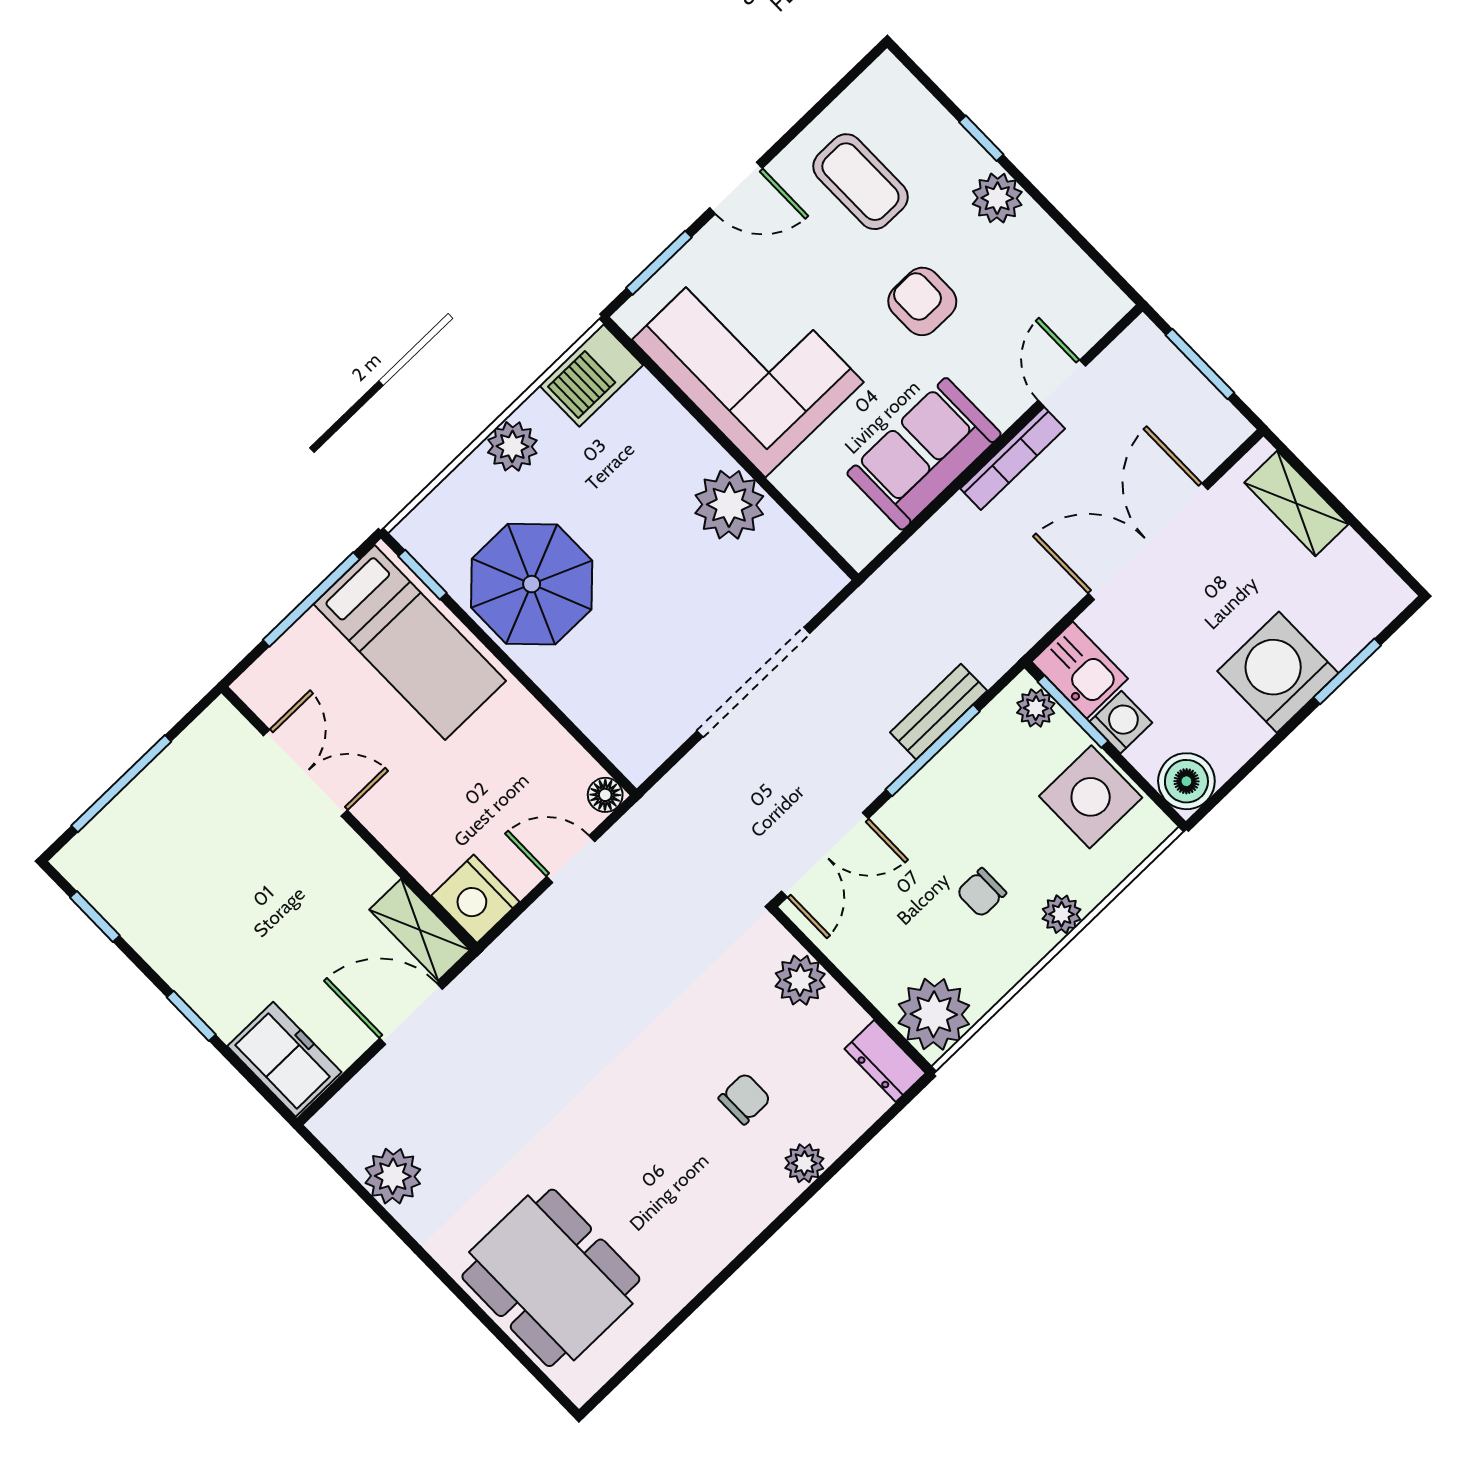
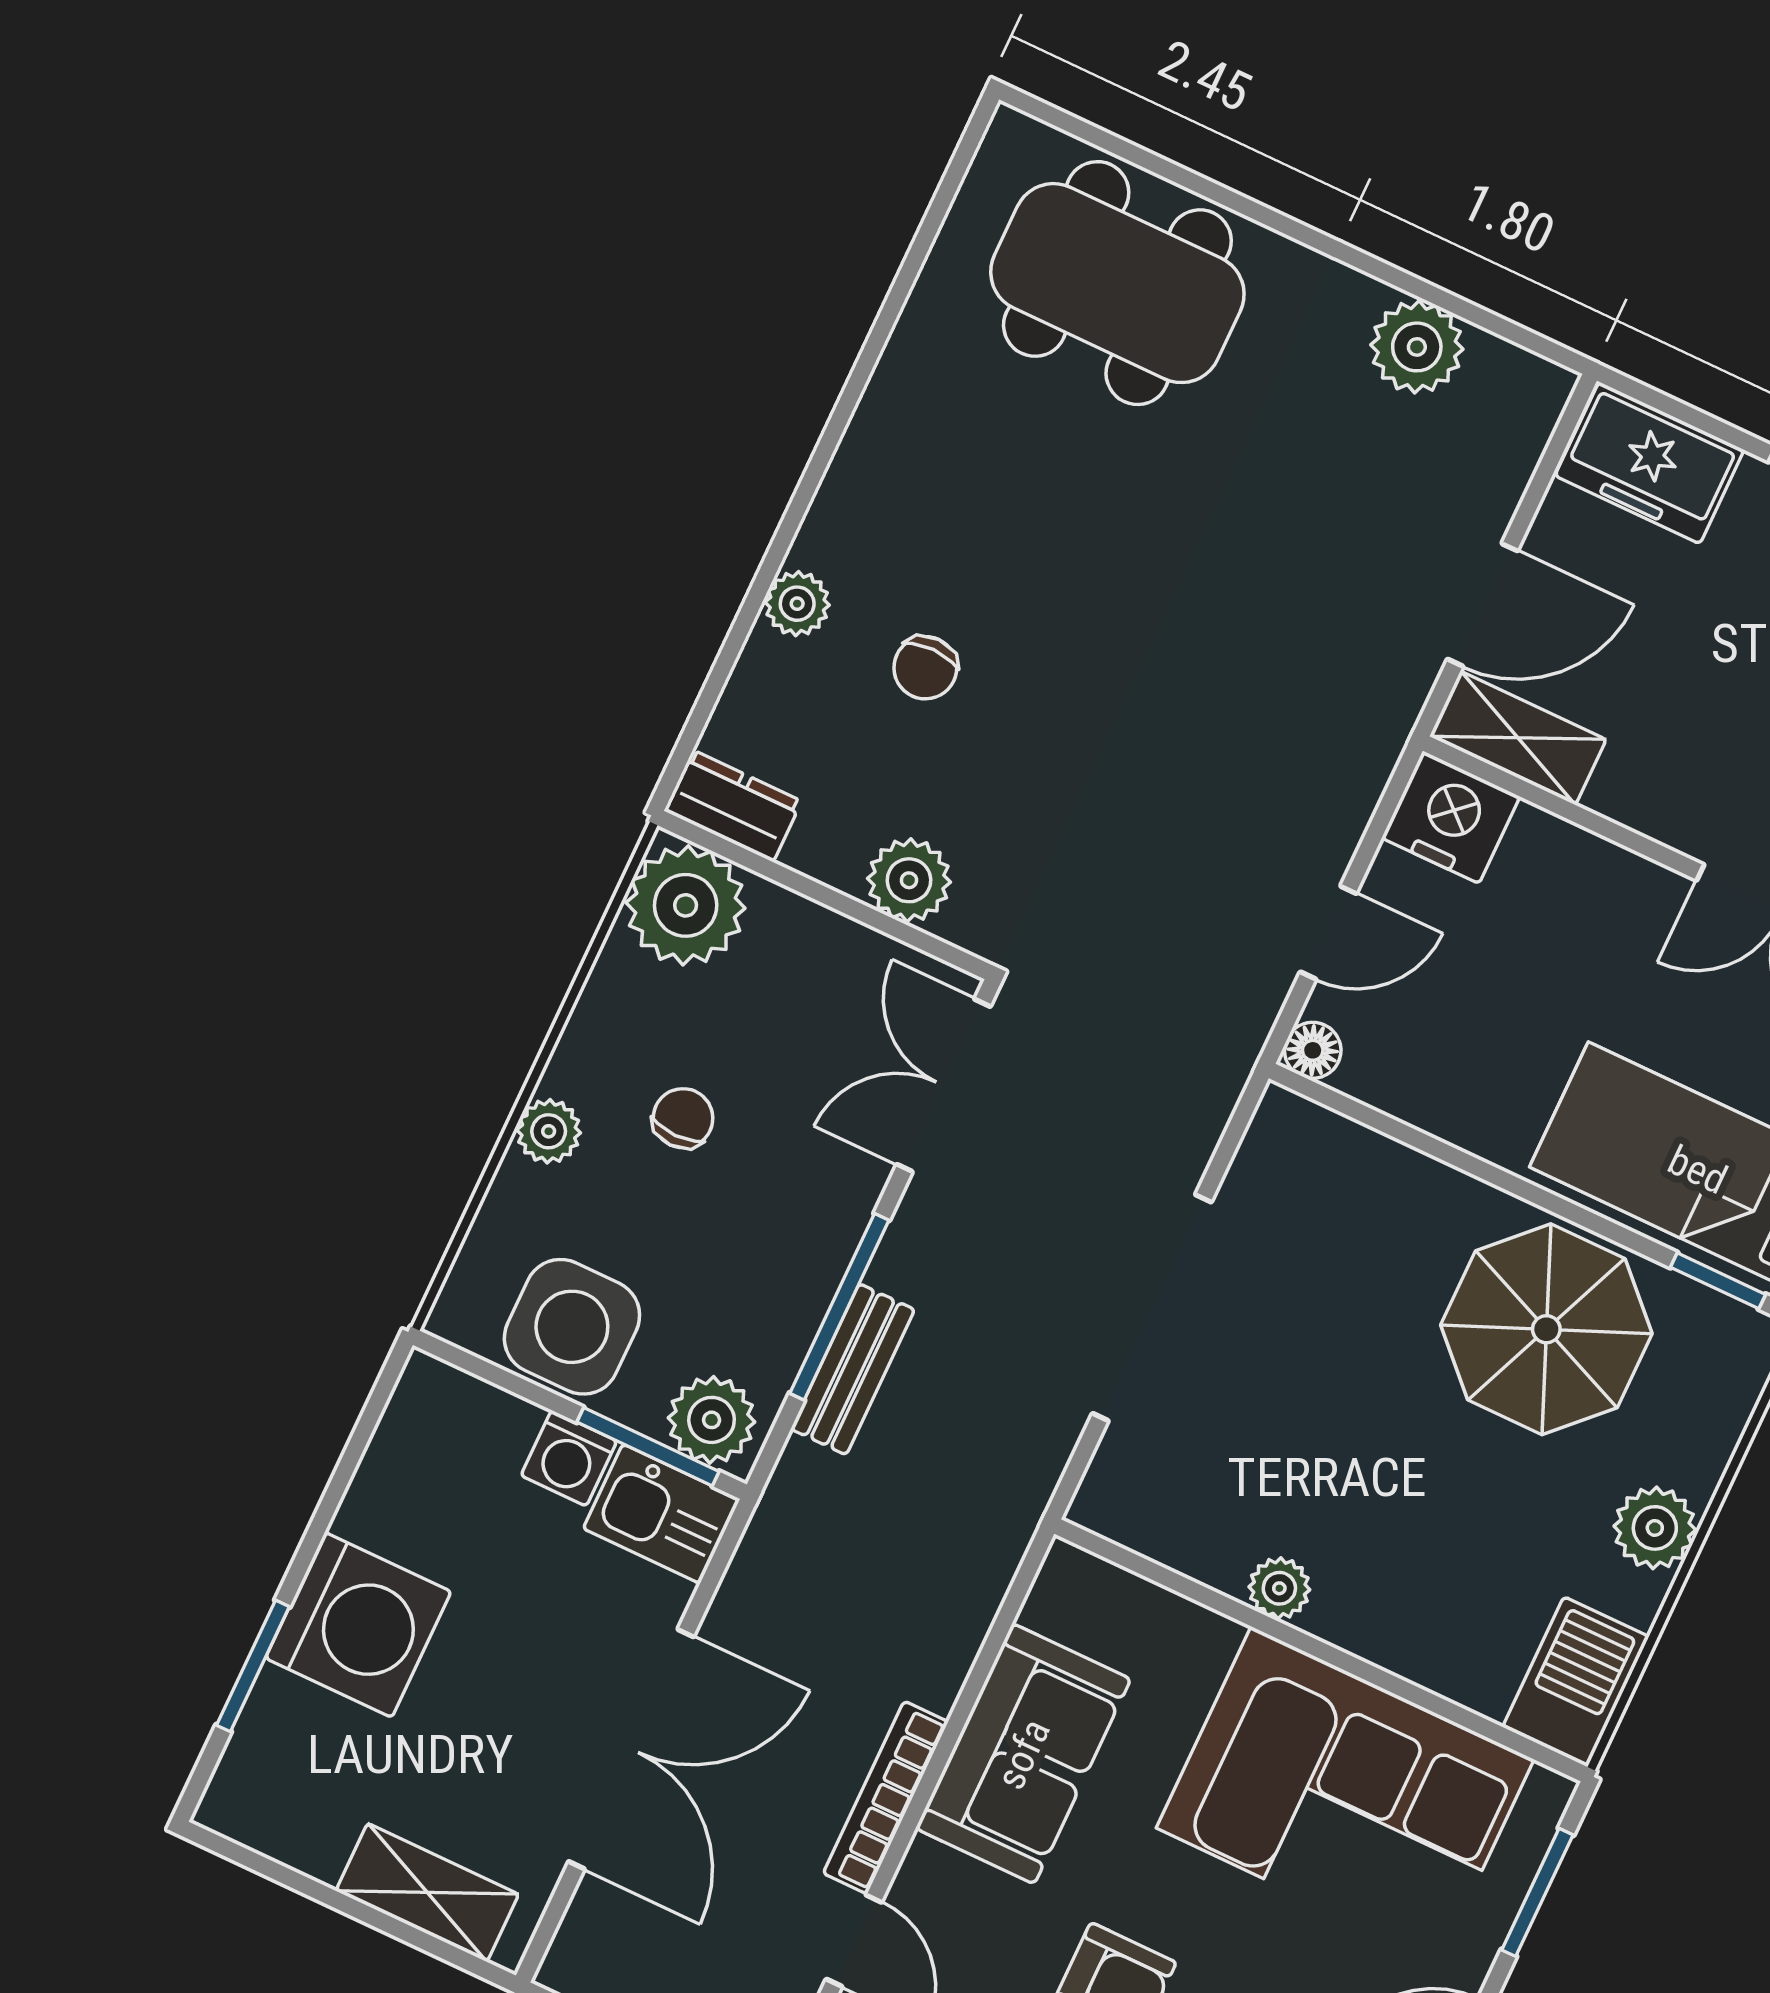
plant: (729, 505) -> (1279, 1588), width x0.53, depth x0.53
plant: (1036, 708) -> (712, 1420), width x1.38, depth x1.38
boiler: (1186, 781) -> (435, 1406), removed

